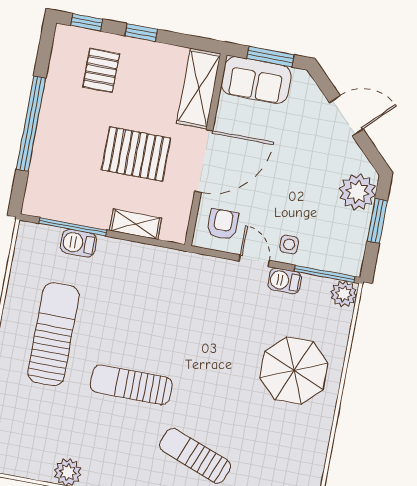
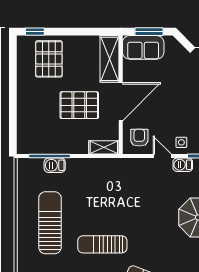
window: (141, 32) -> (69, 32), removed
pallet: (101, 70) -> (49, 59), width x1.50, depth x1.42
window: (31, 124) -> (13, 99), removed
shelving: (135, 224) -> (104, 147), moved

